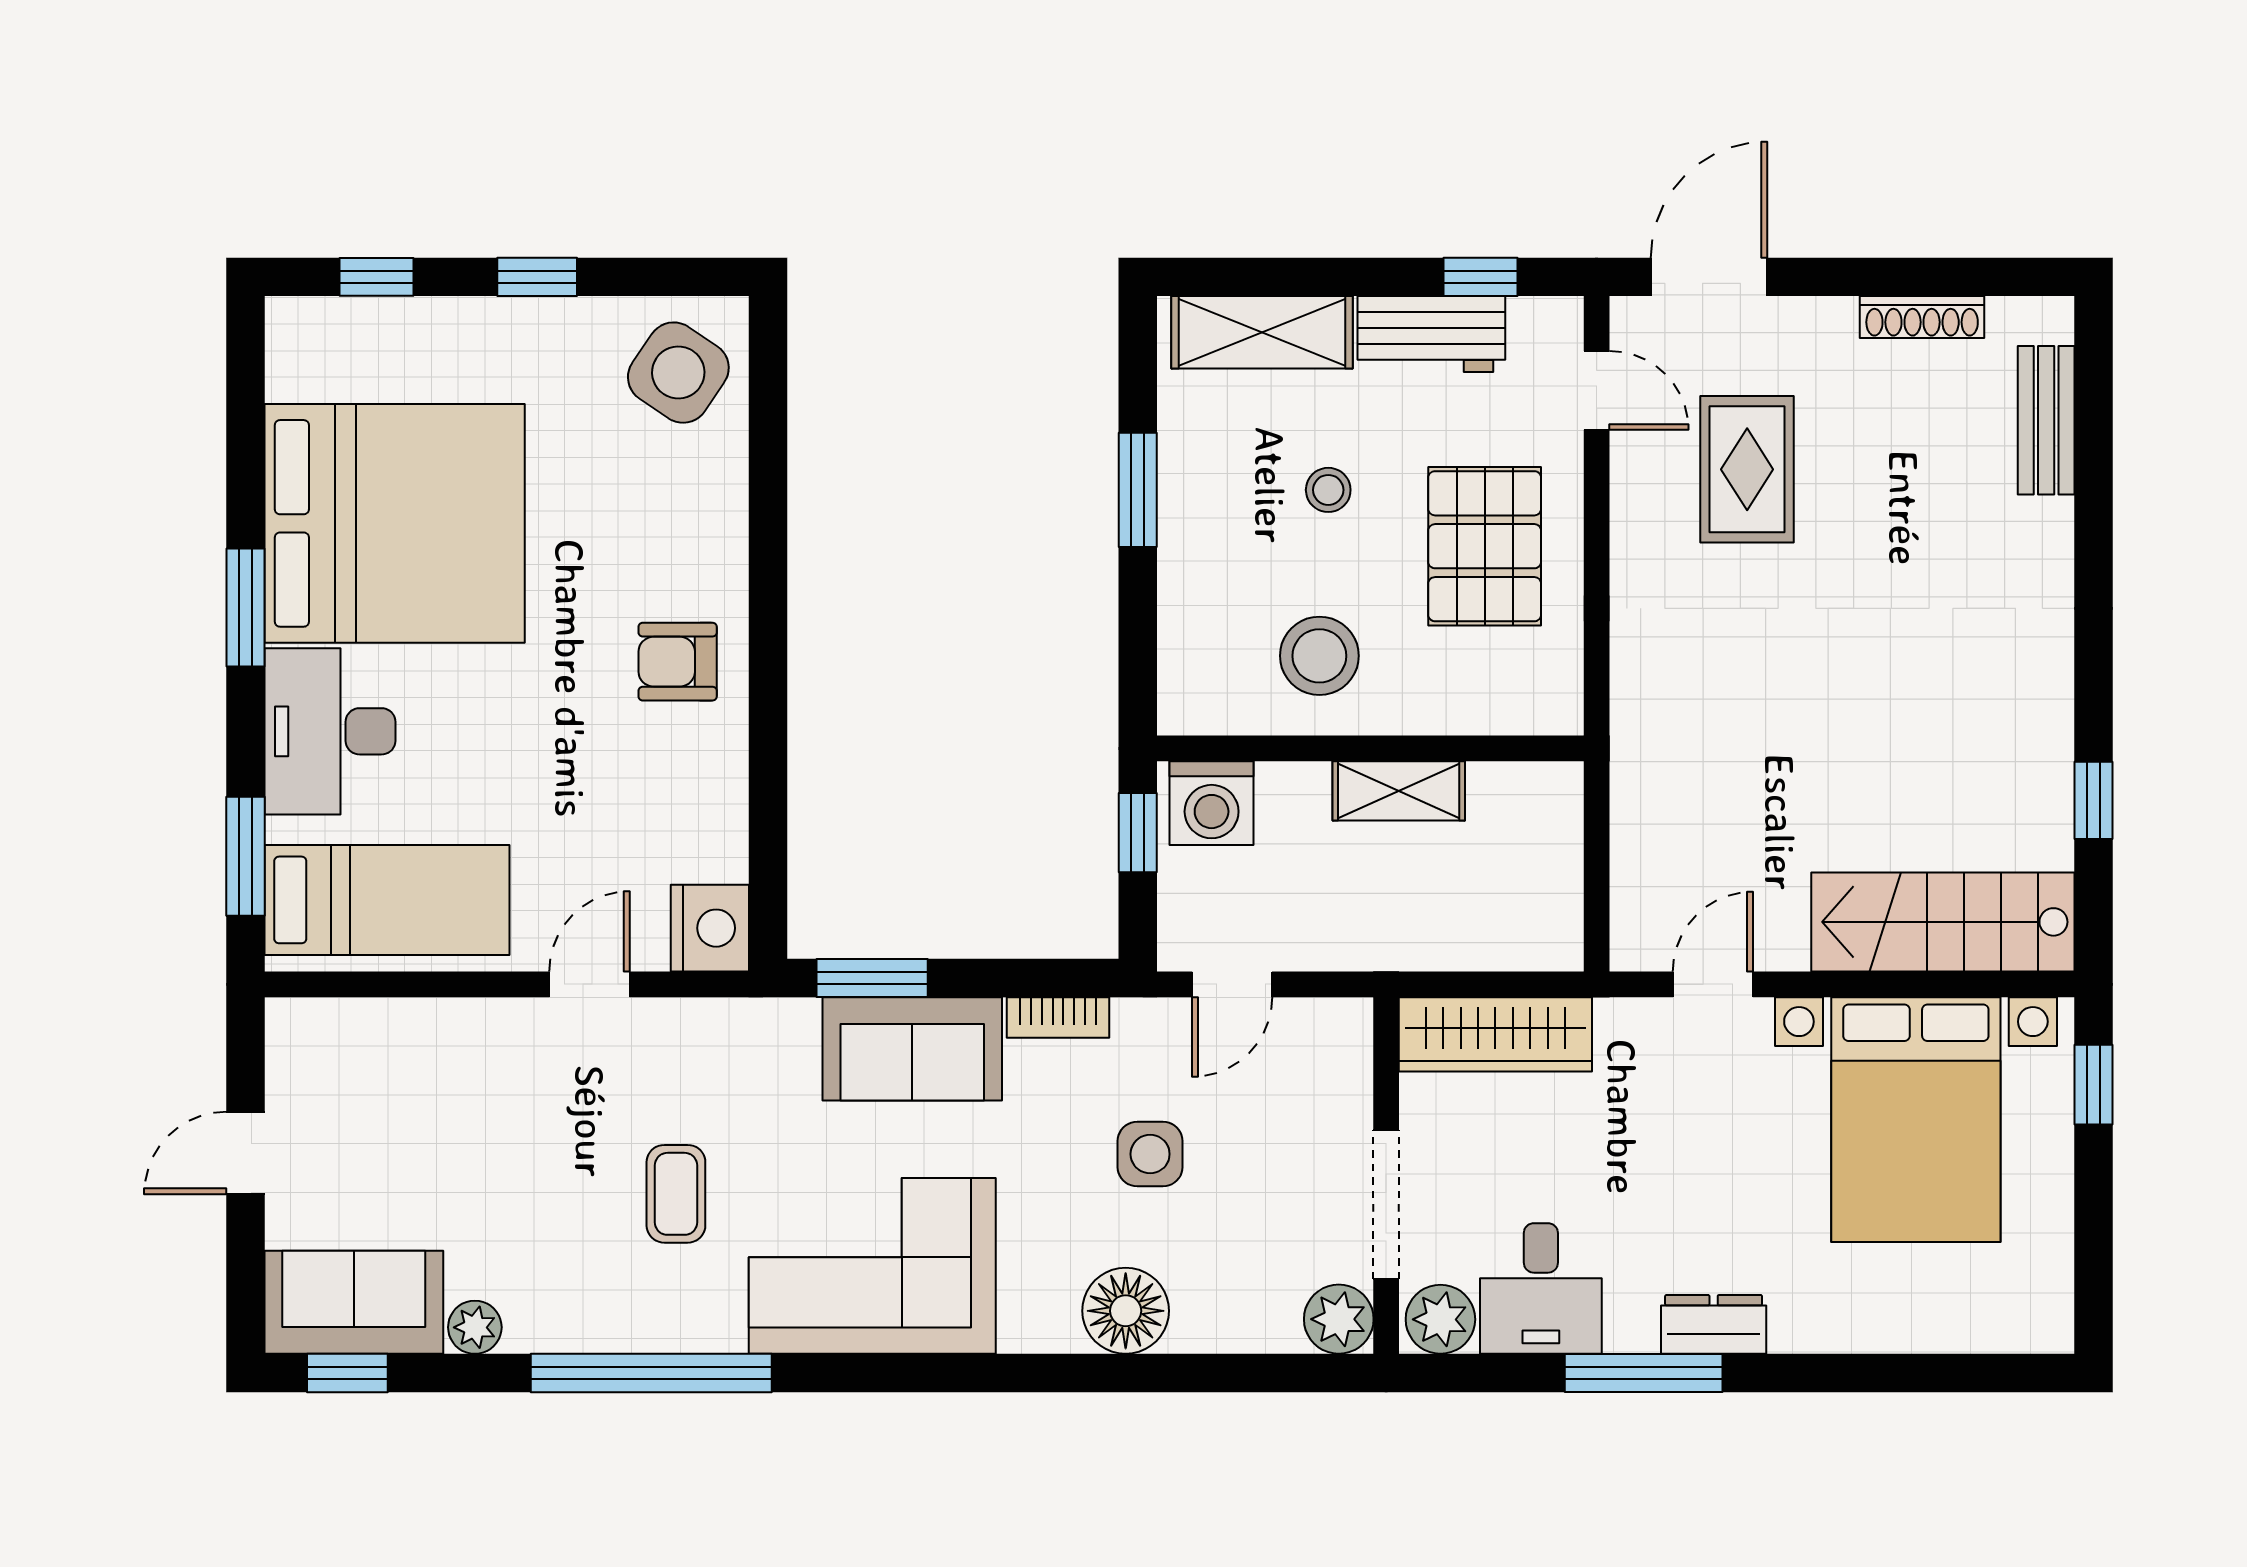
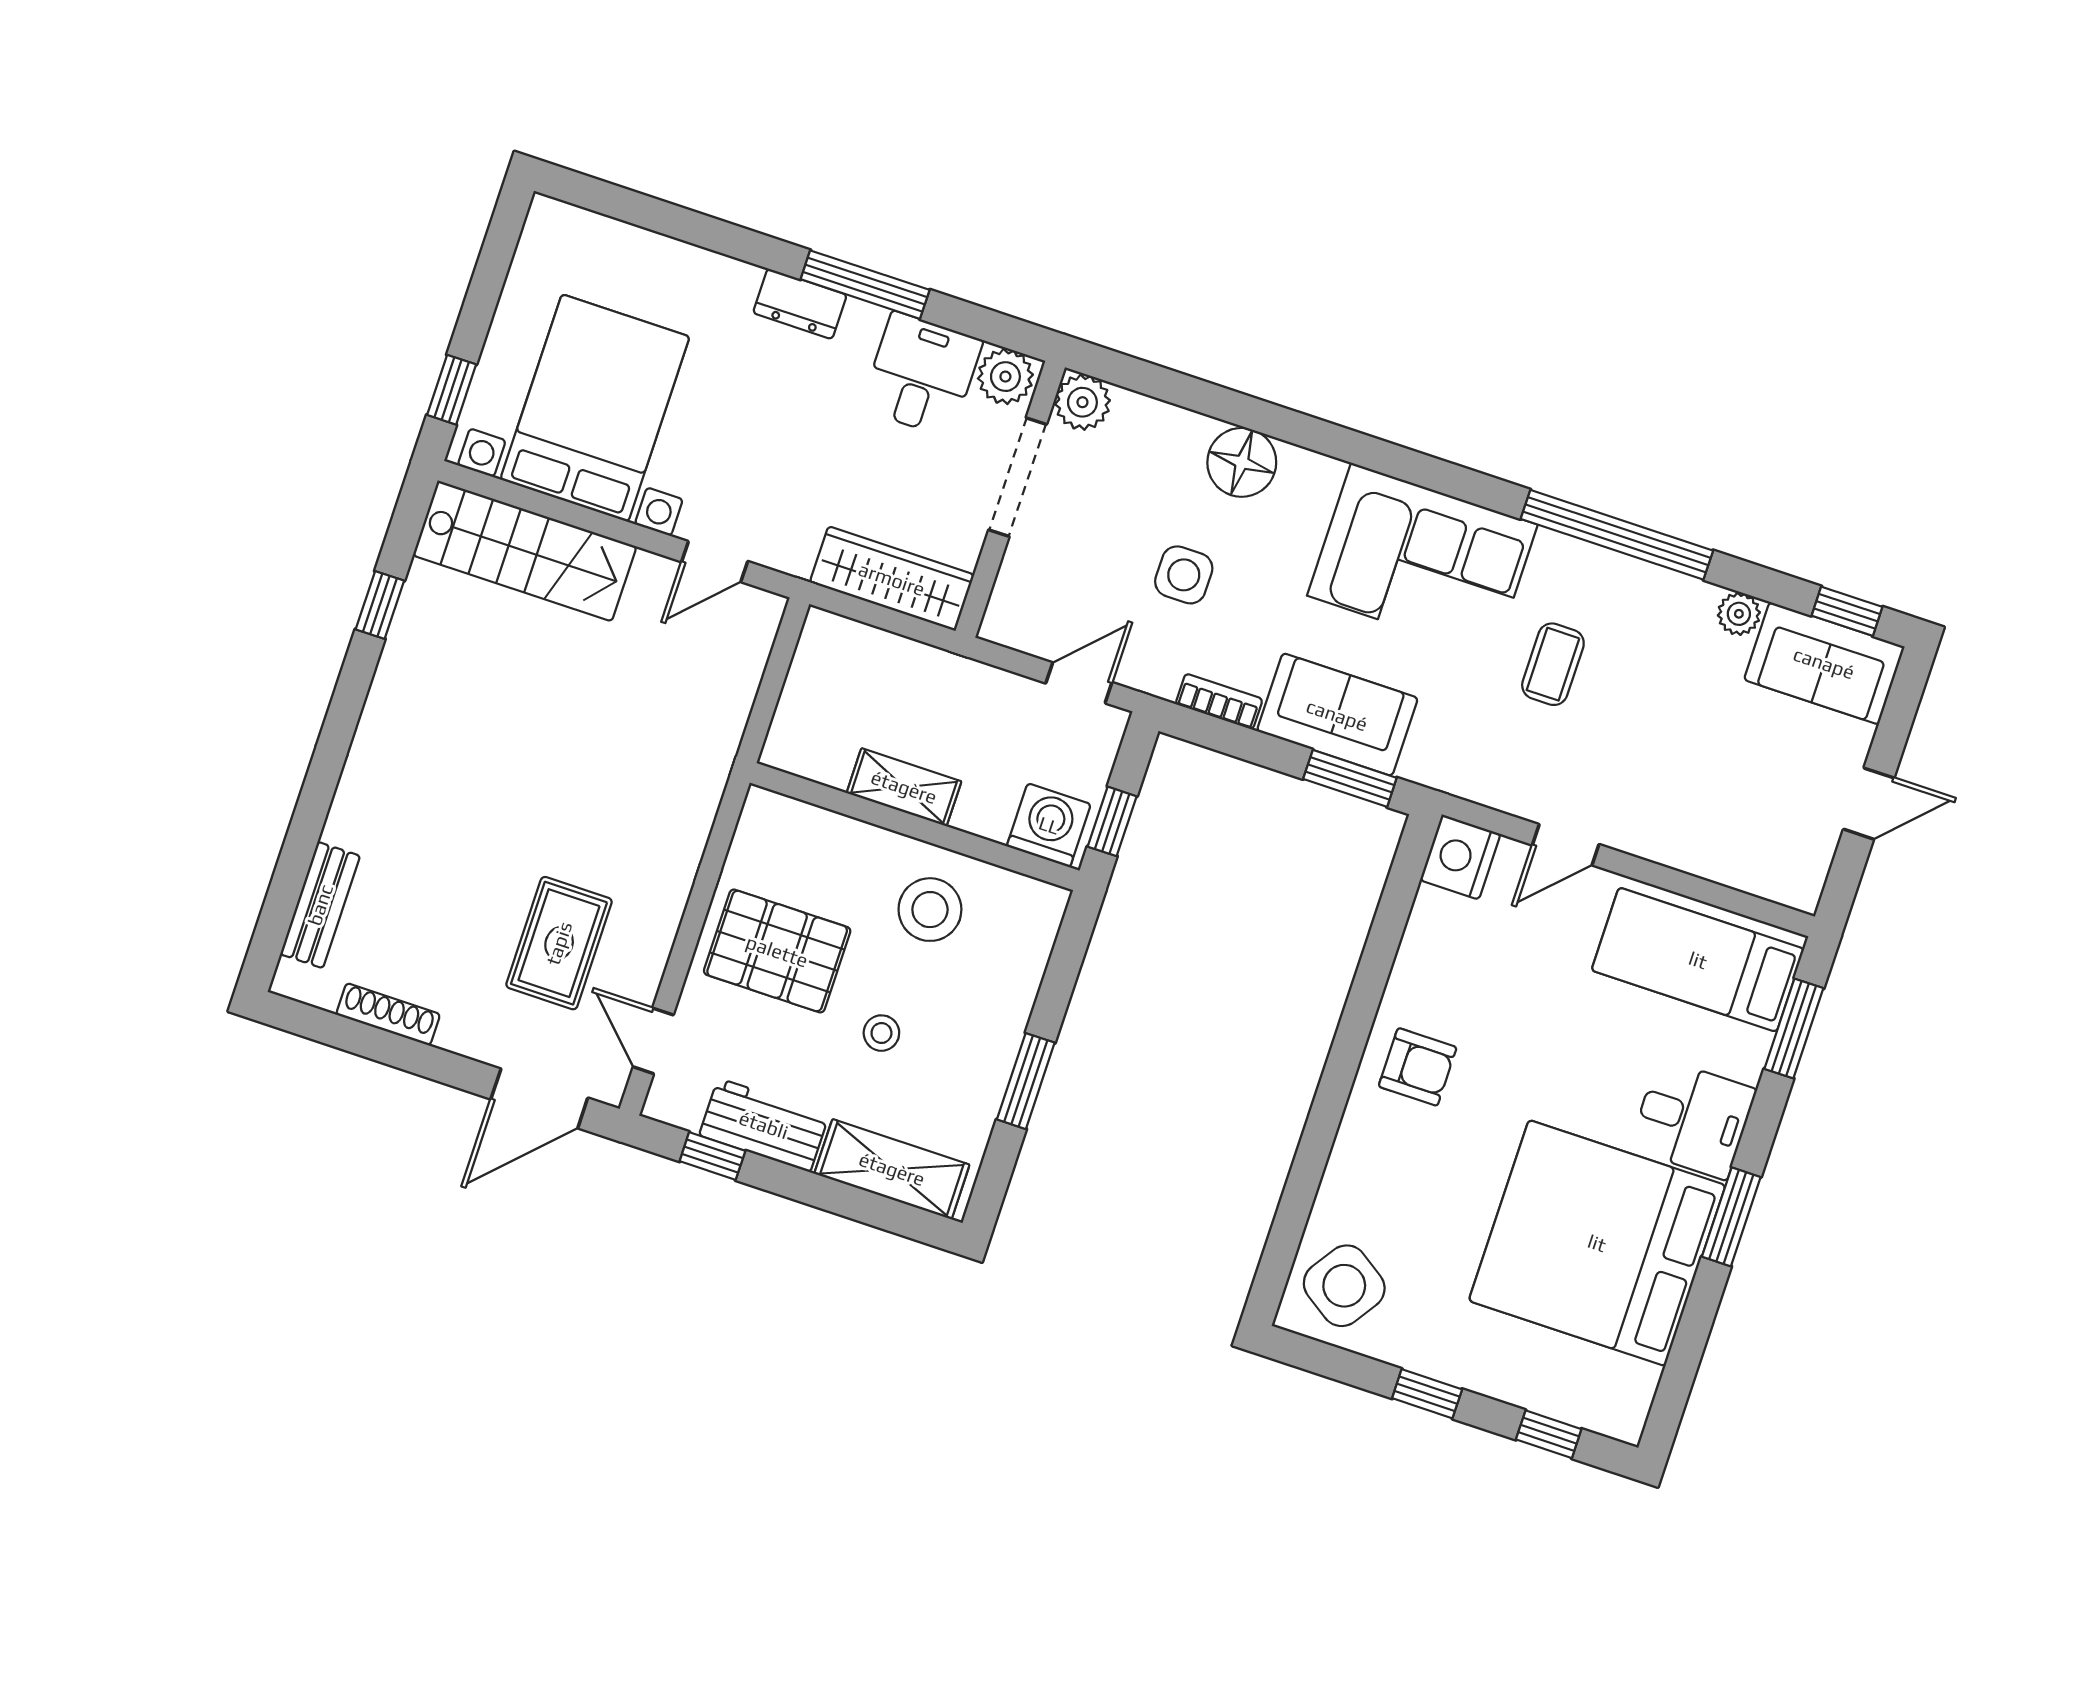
pallet: (1485, 546) -> (777, 951), turned 90
desk: (330, 731) -> (1693, 1119), width x0.73

